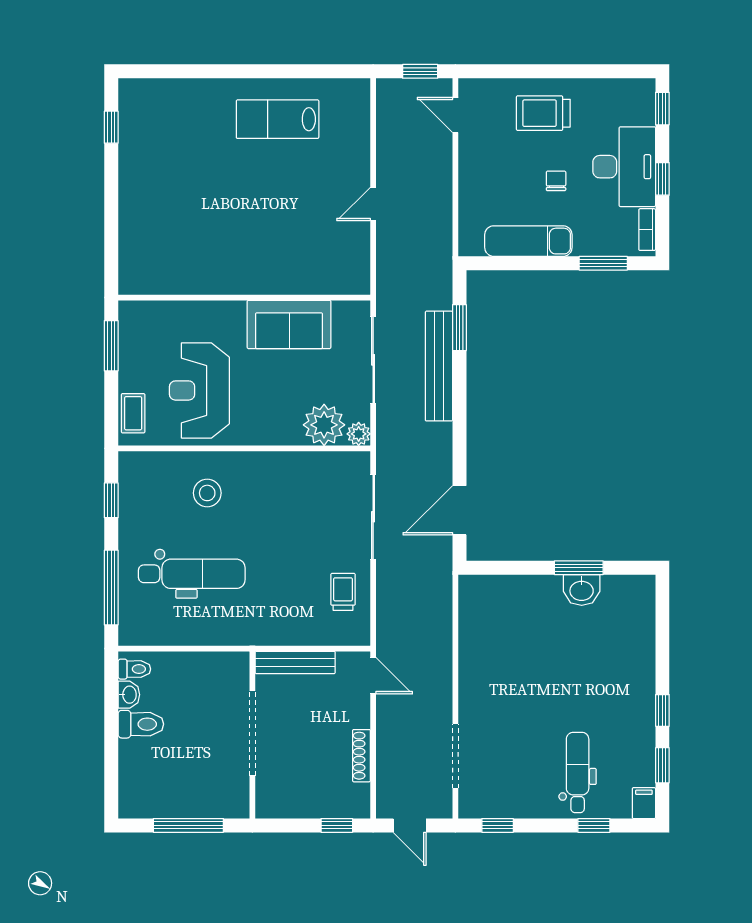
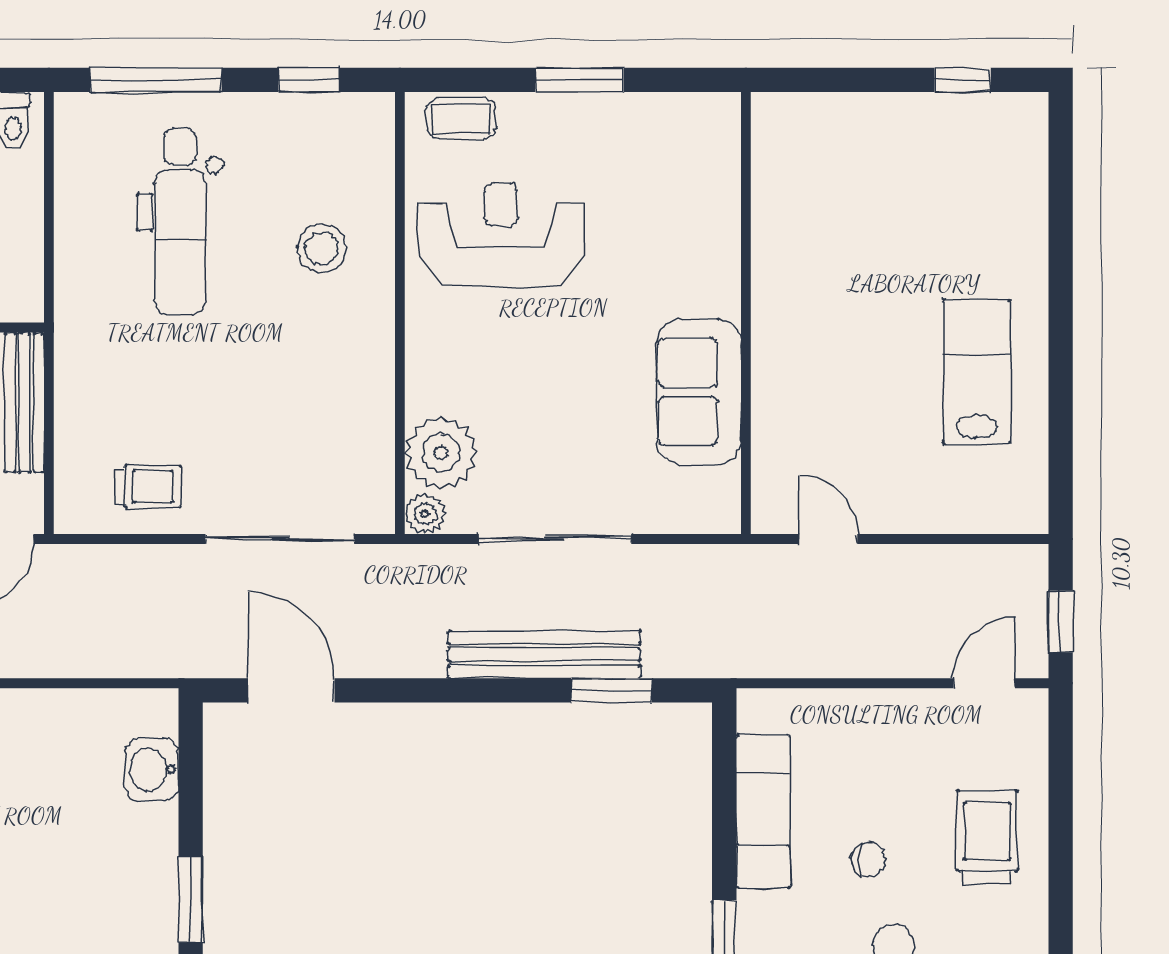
wall: (244, 298) -> (746, 313), moved
sofa: (289, 324) -> (699, 392), moved
washbasin: (582, 590) -> (152, 770), moved

